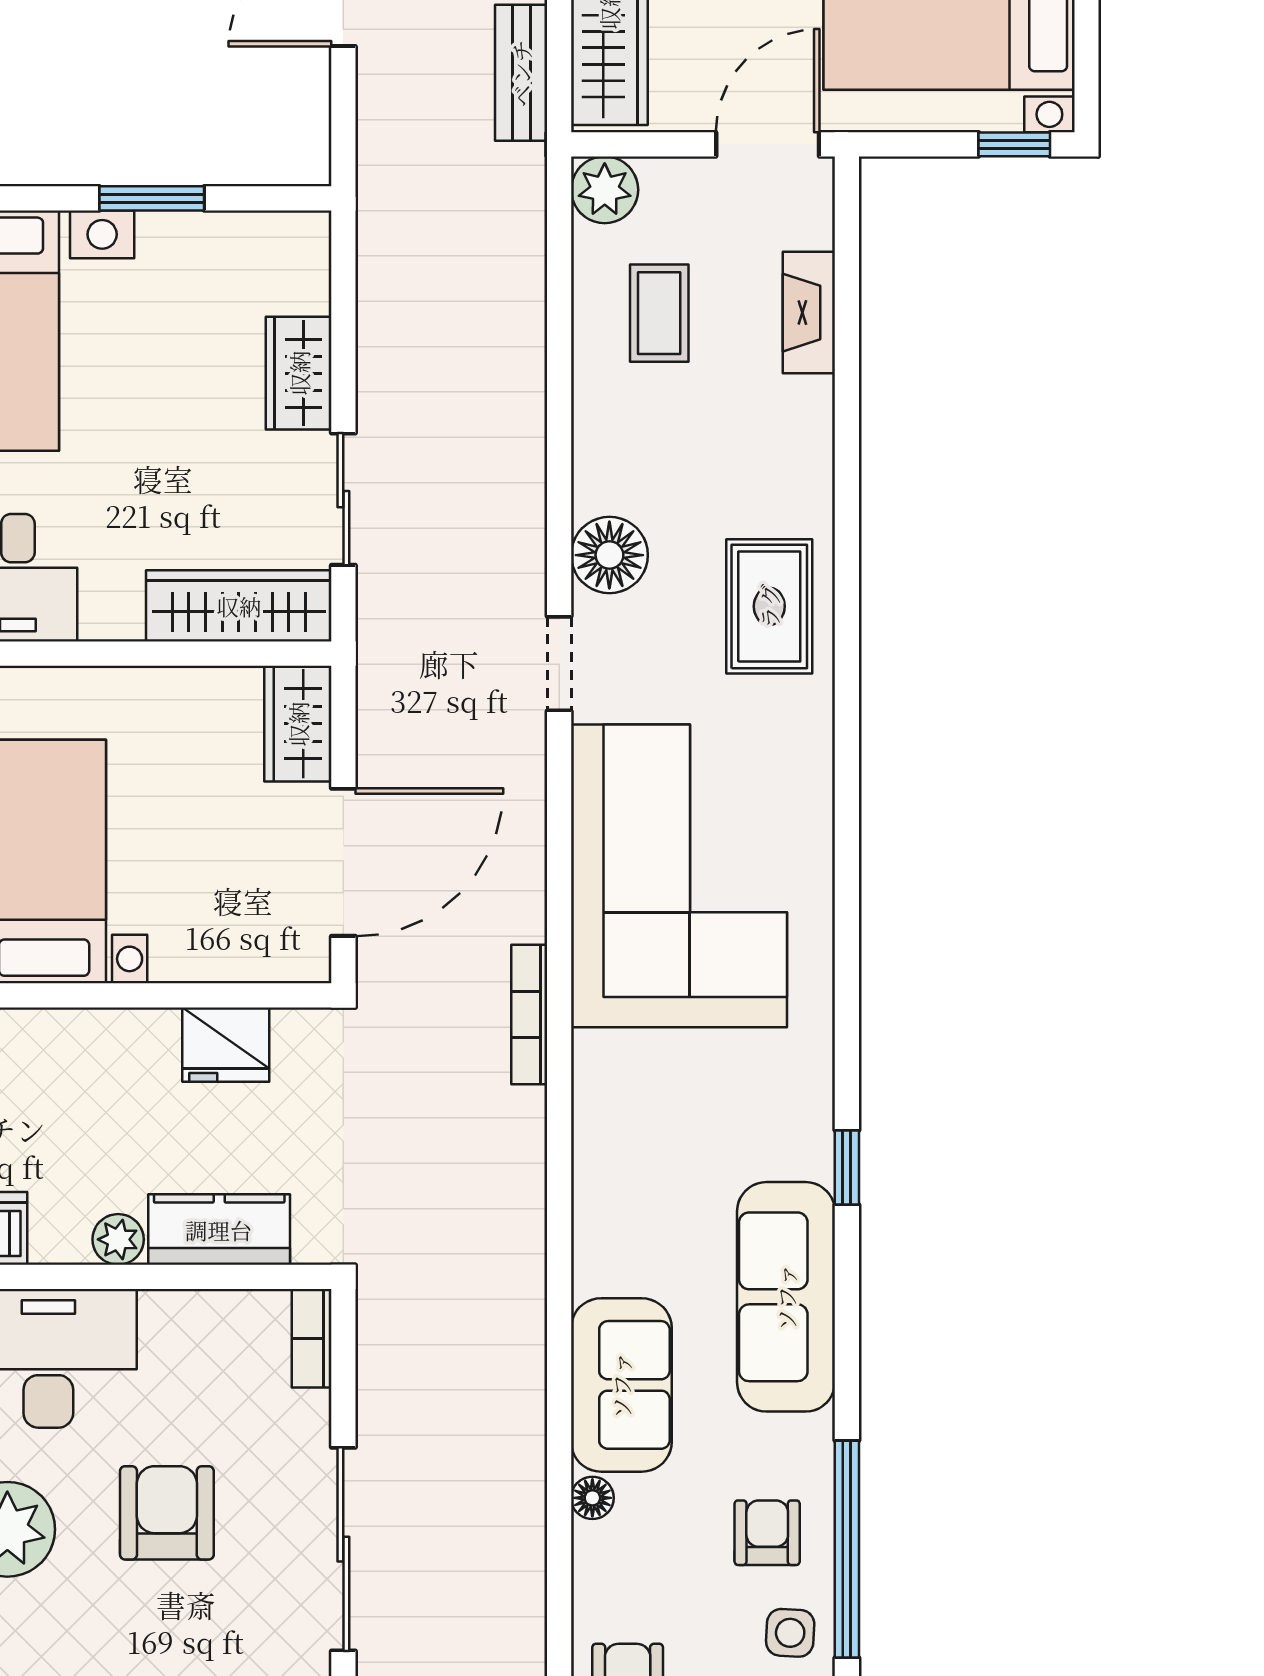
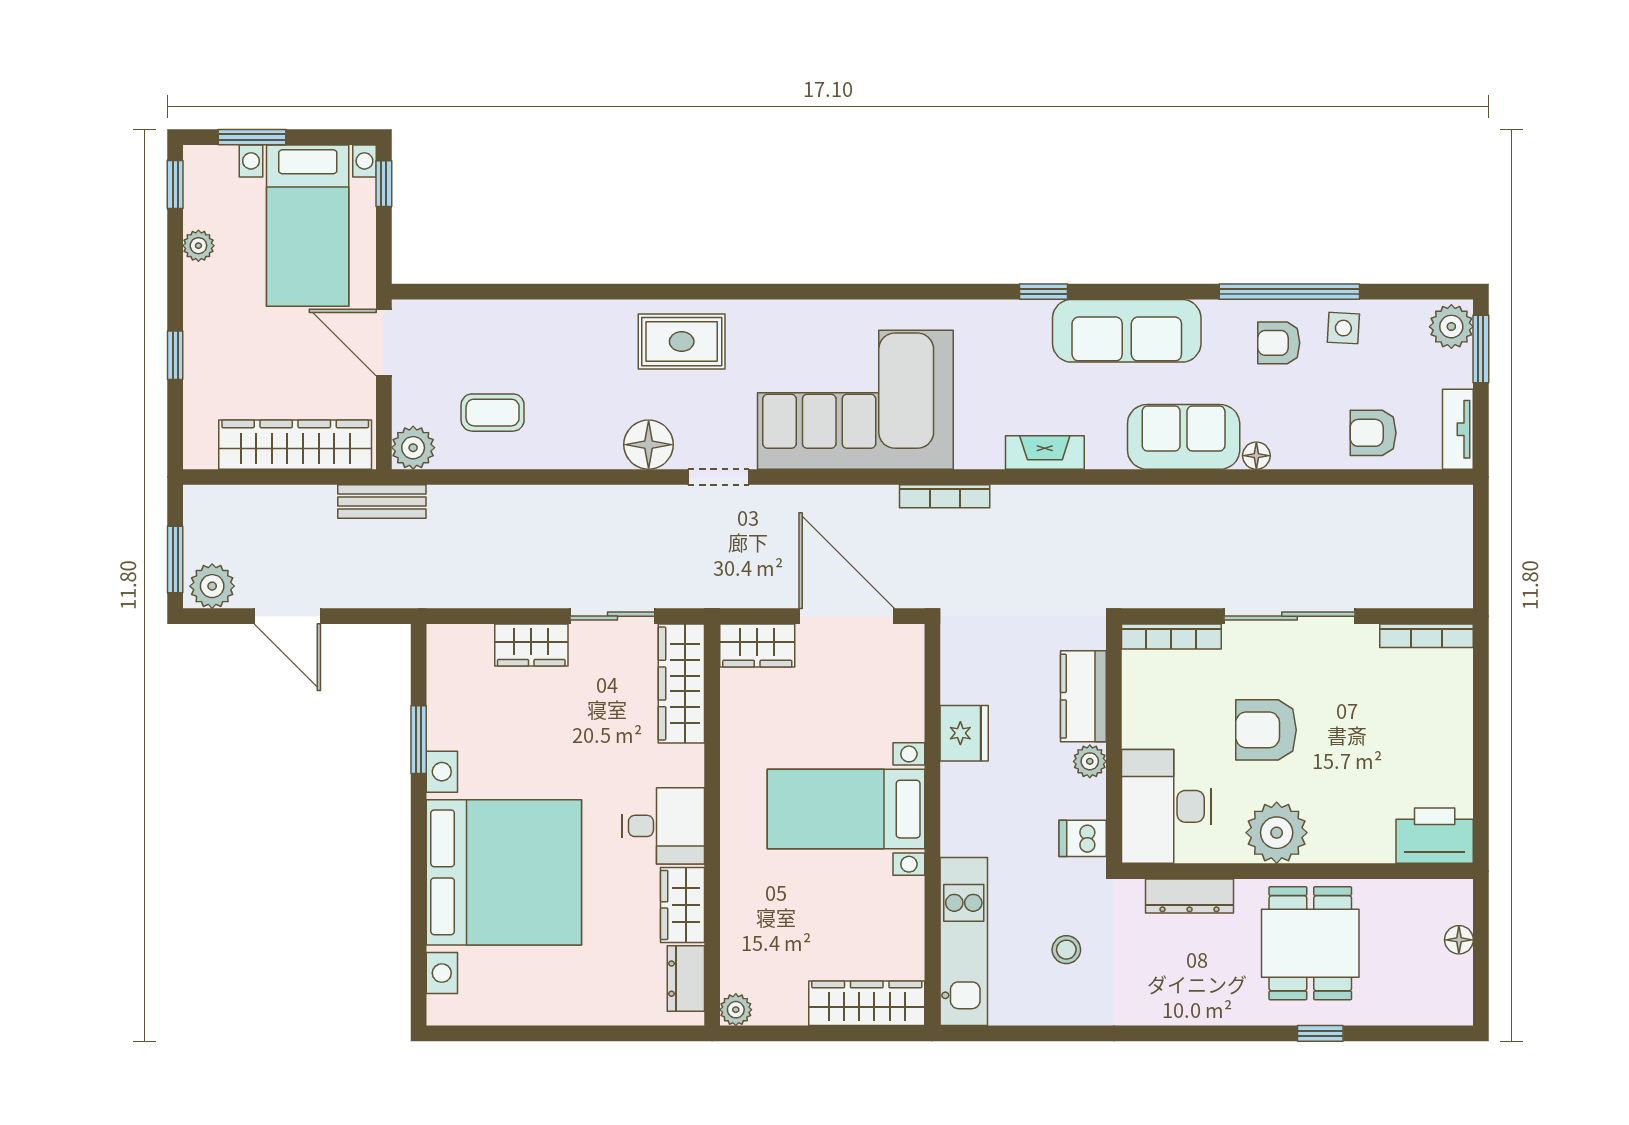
bench: (521, 73) -> (382, 501), moved
fireplace: (809, 313) -> (1045, 453), moved, turned 180
fridge: (226, 1045) -> (964, 733), moved
bookcase: (312, 1338) -> (1171, 637), width x1.56

